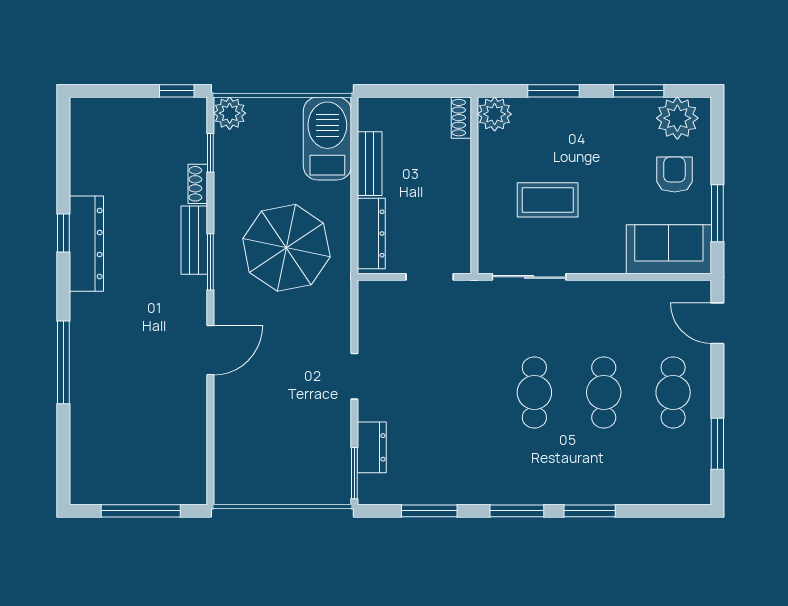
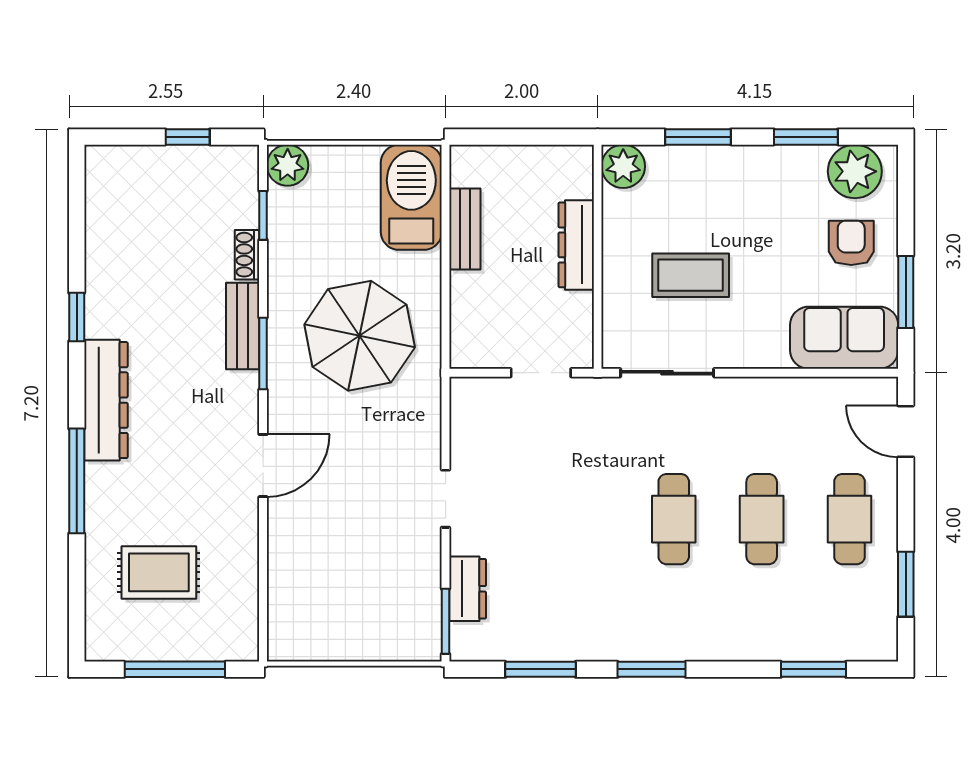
window: (177, 91) -> (188, 137), moved
shoe rack: (461, 118) -> (581, 171), removed
dresser: (371, 233) -> (576, 245), moved, turned 180
dresser: (86, 244) -> (106, 400), moved
rug: (128, 435) -> (159, 572), added
window: (590, 511) -> (813, 669), moved

